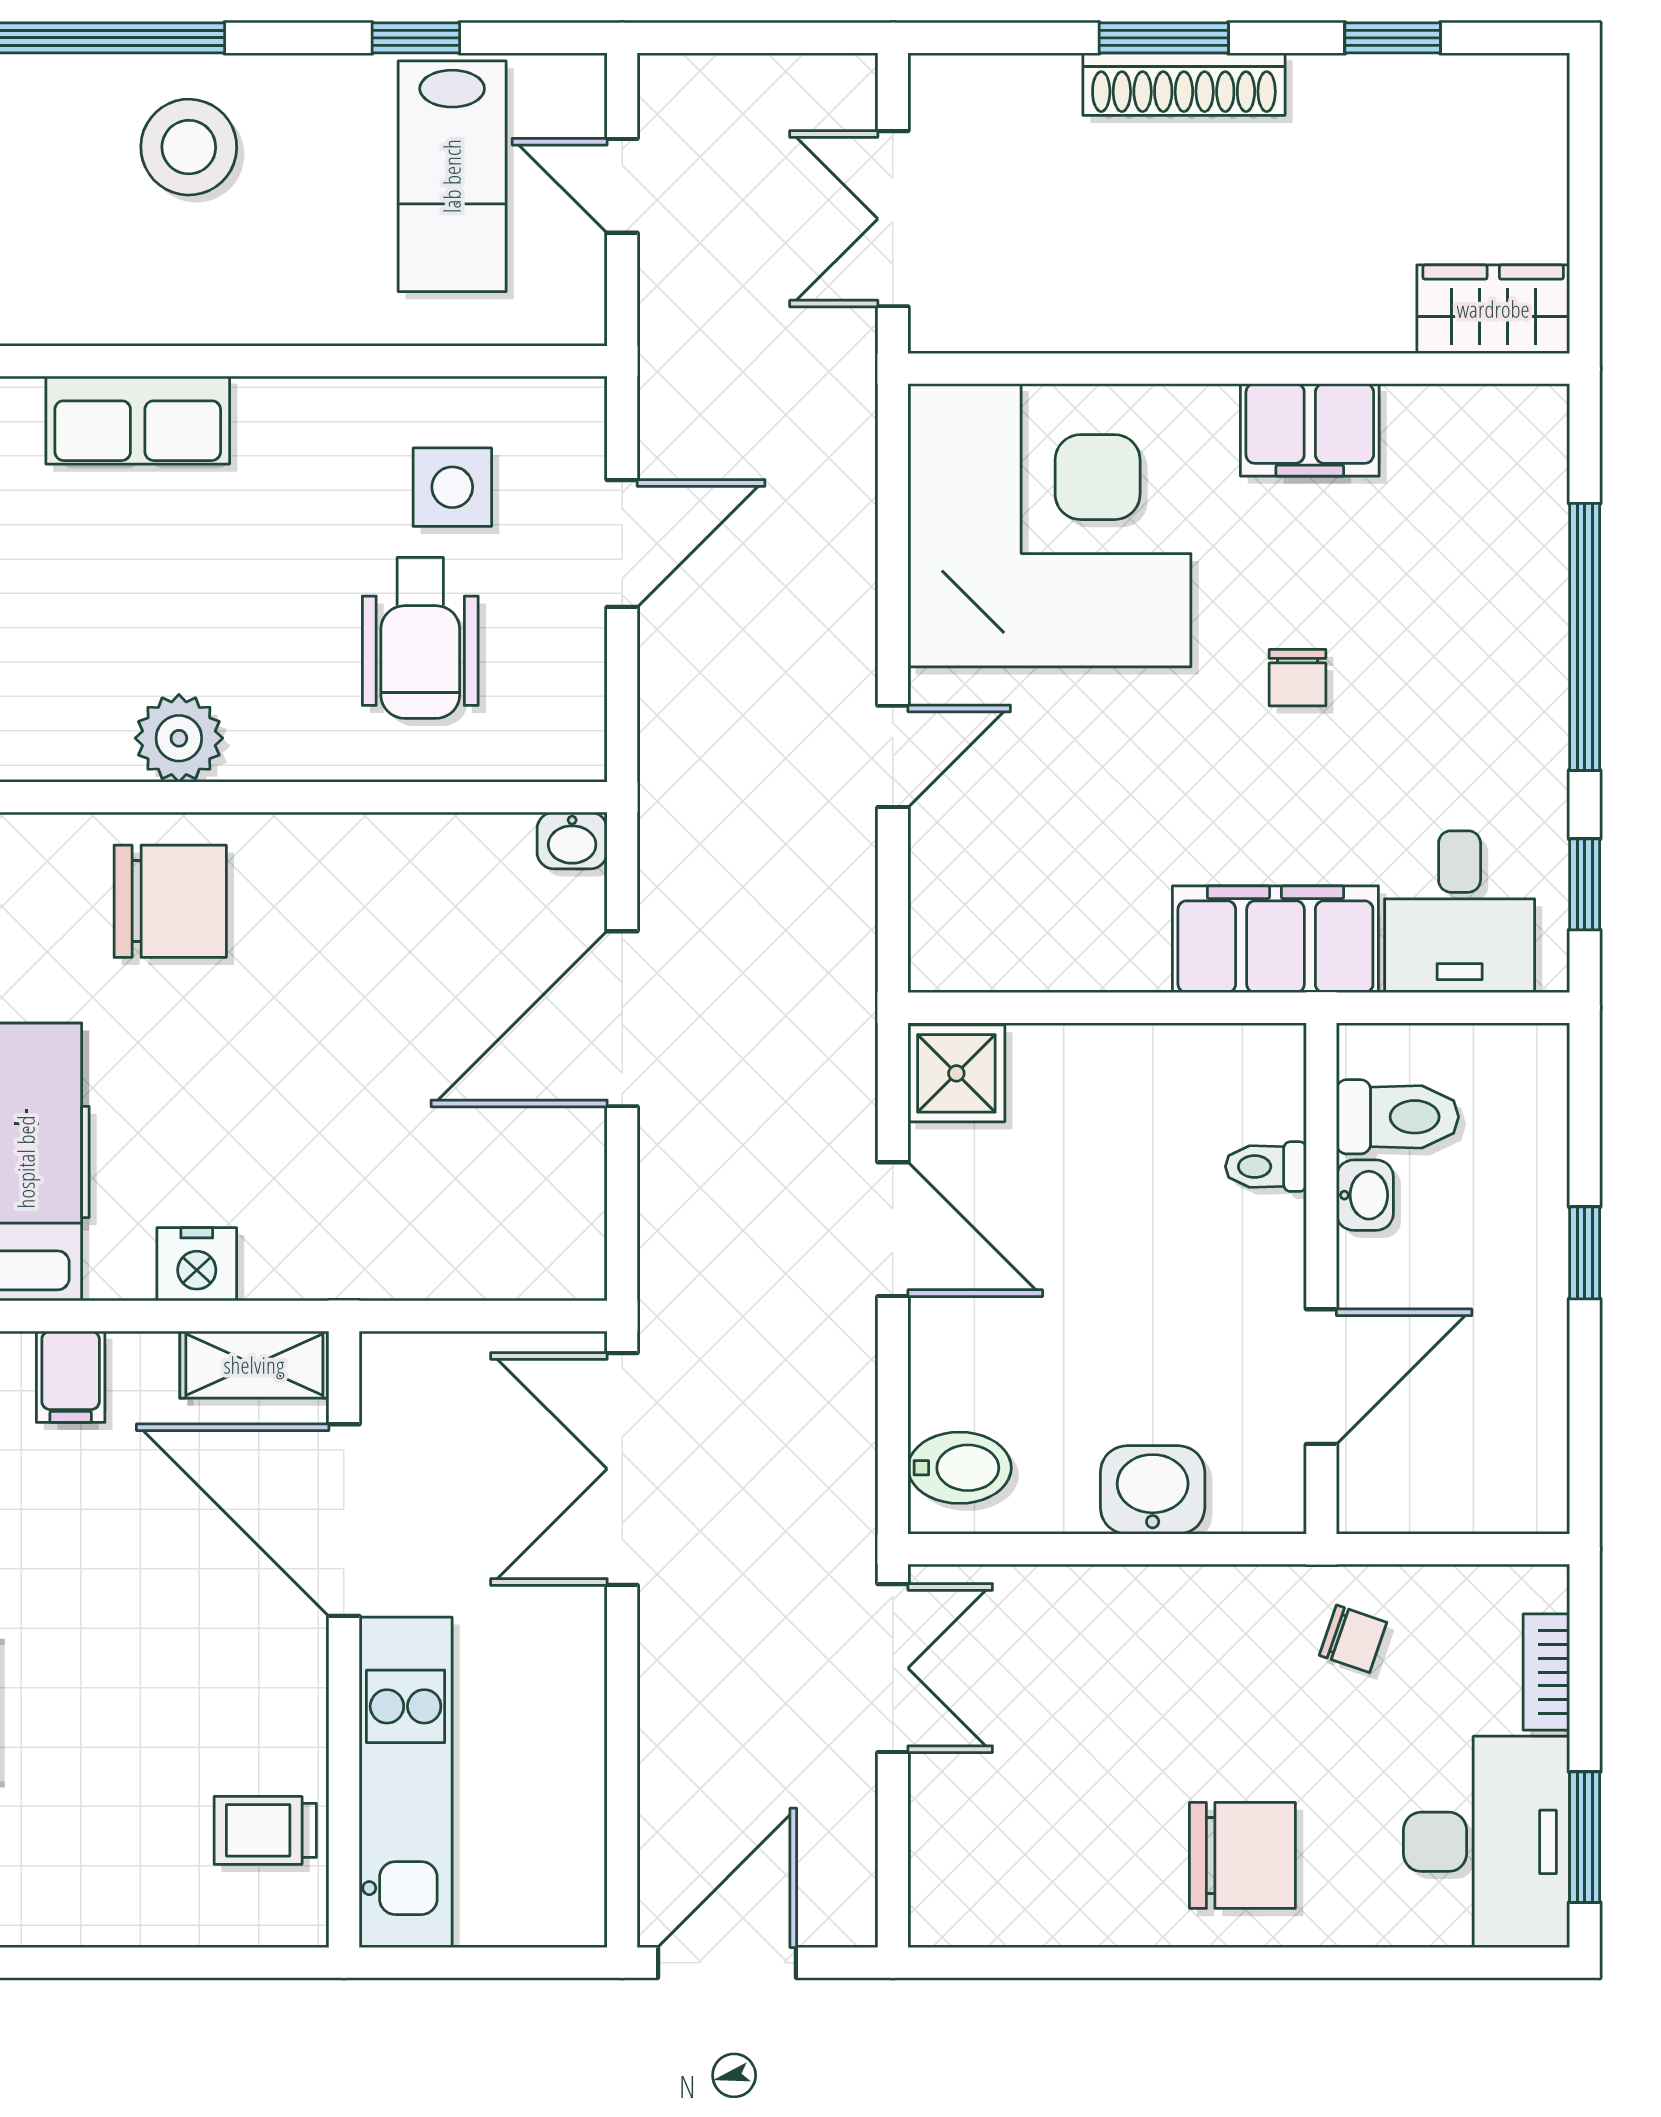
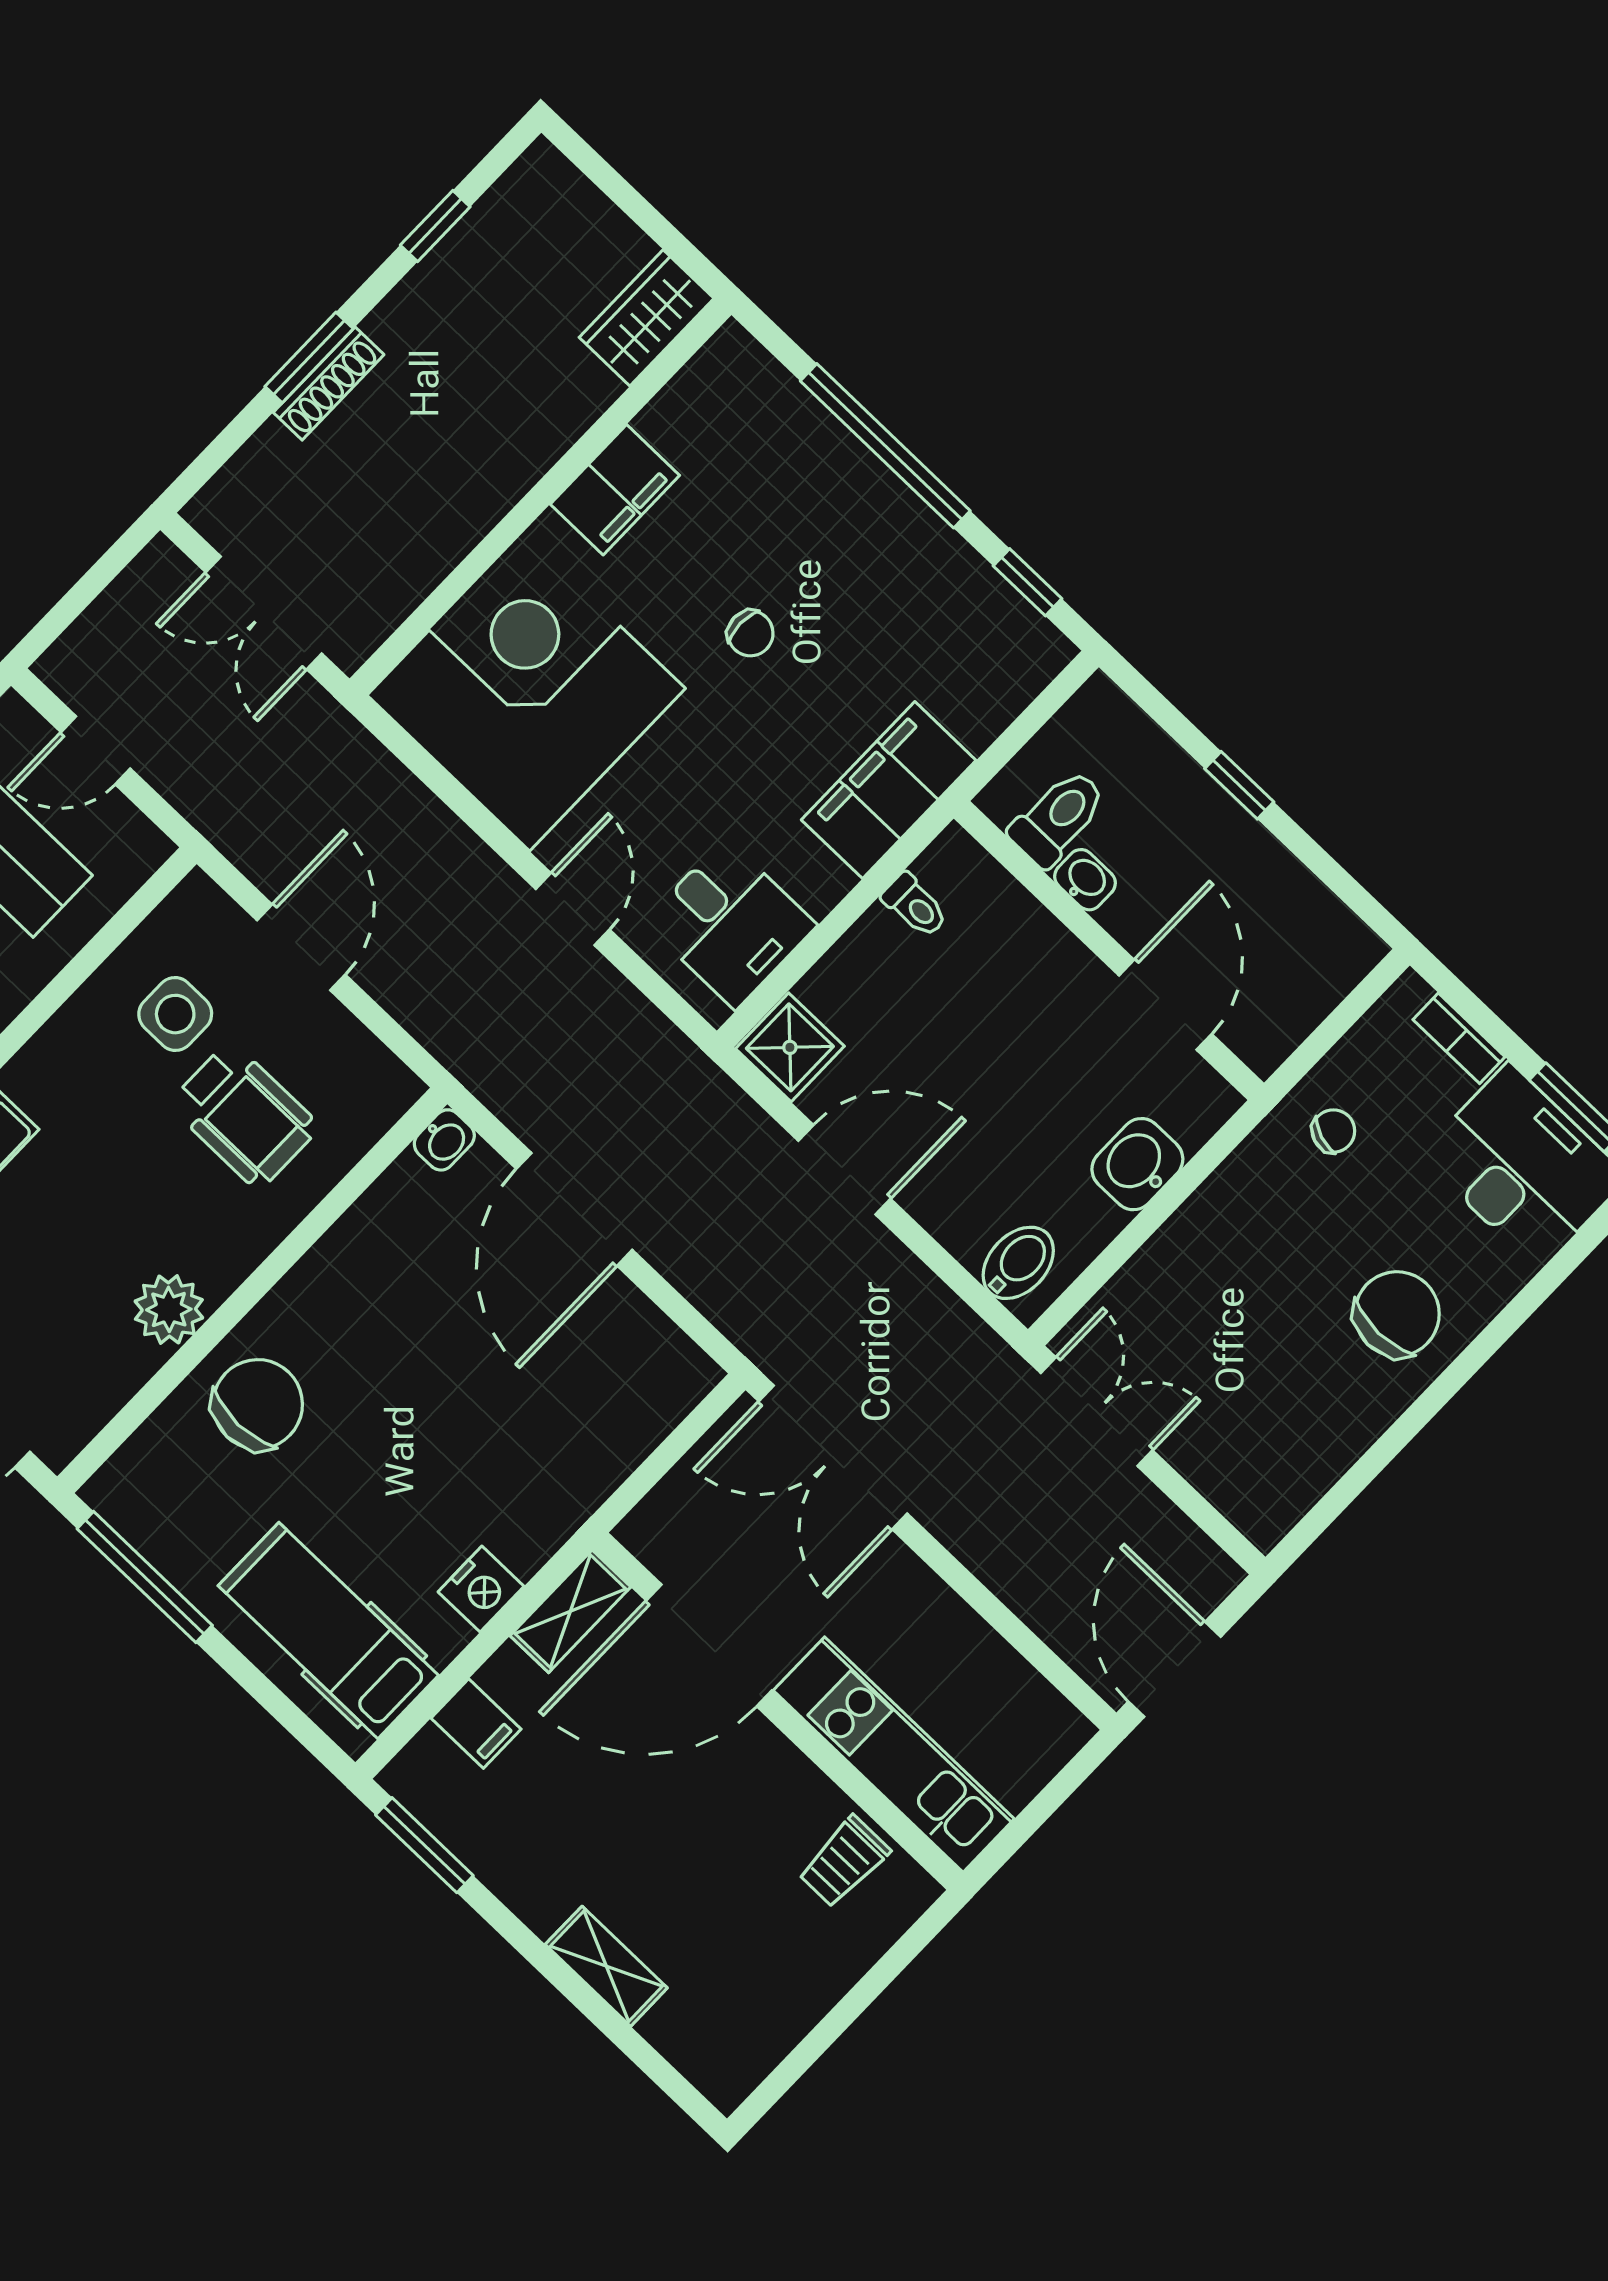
shoe rack: (1184, 84) -> (329, 384), width x0.74, depth x0.81
desk: (1460, 912) -> (730, 924), moved
toilet: (1266, 1167) -> (915, 905), moved, turned -90

